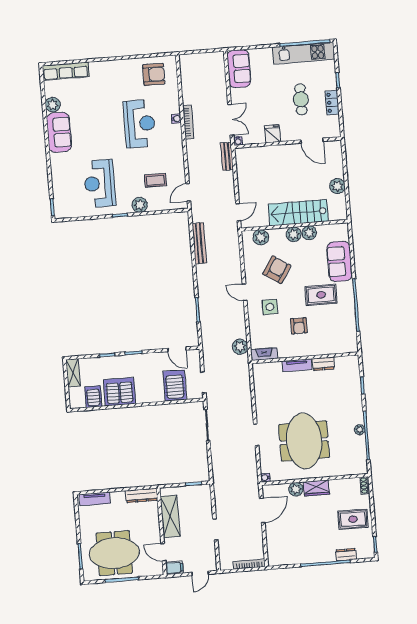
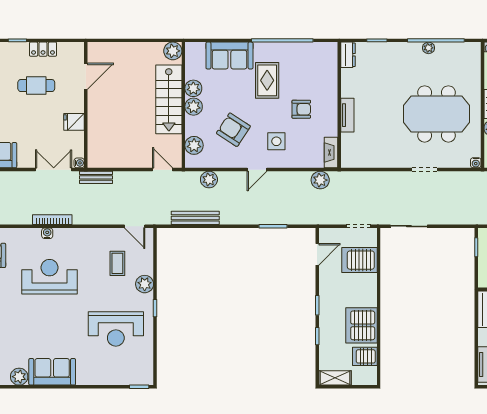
plant: (337, 186) -> (173, 51), moved
plant: (233, 252) -> (209, 180), added
dresser: (323, 364) -> (348, 55), moved

